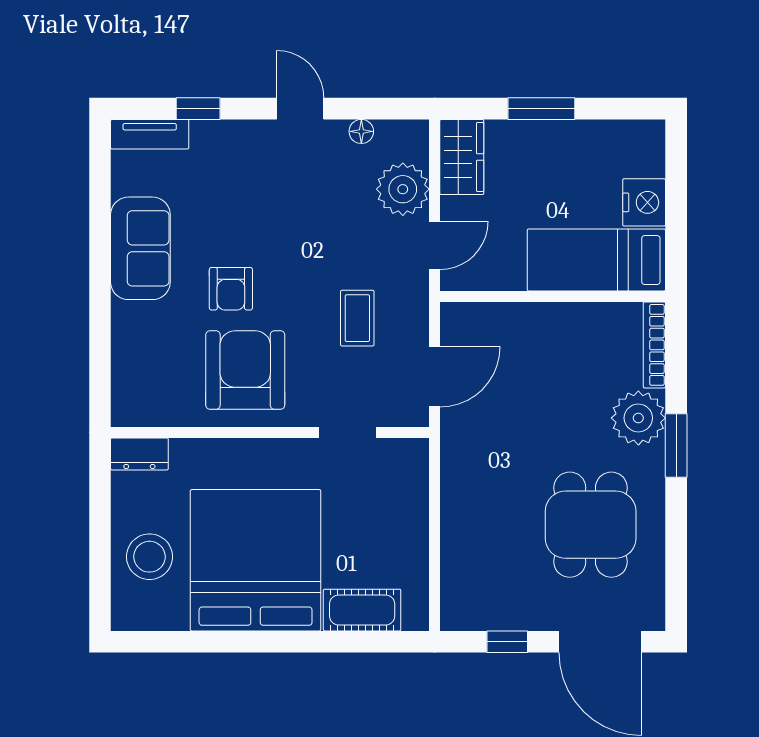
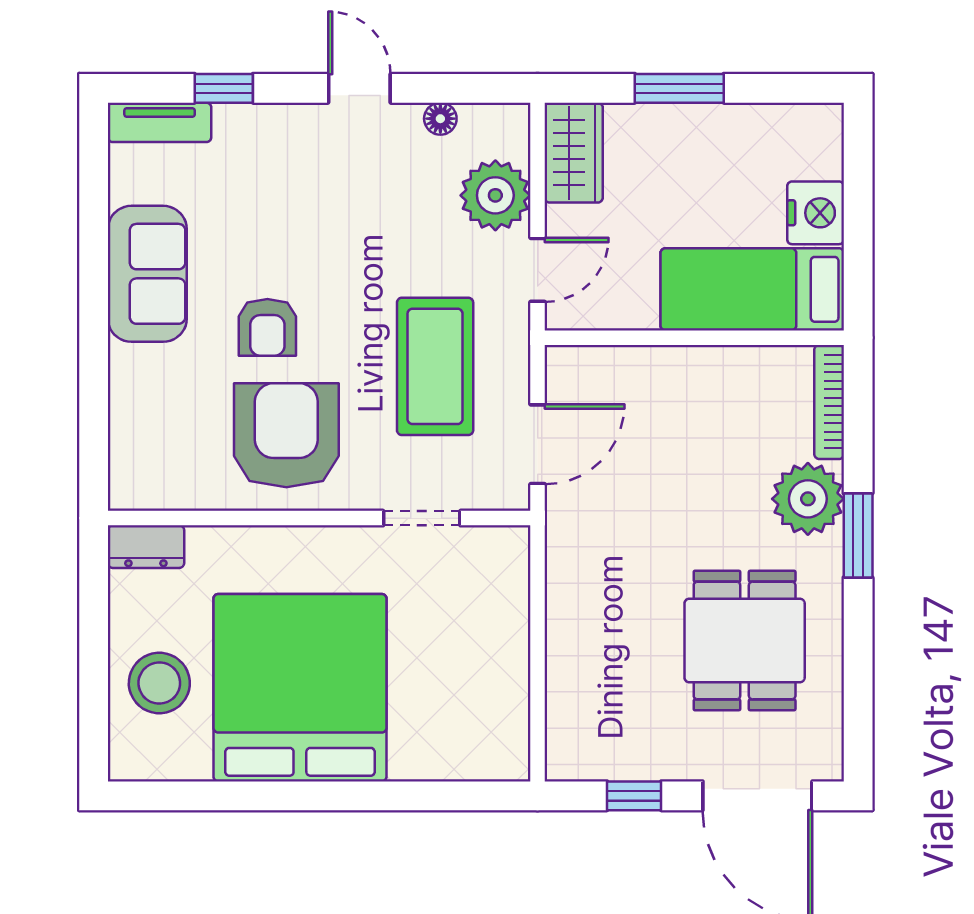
coffee table: (357, 318) -> (435, 366), width x1.86, depth x1.72
cot: (362, 610) -> (441, 754), removed

